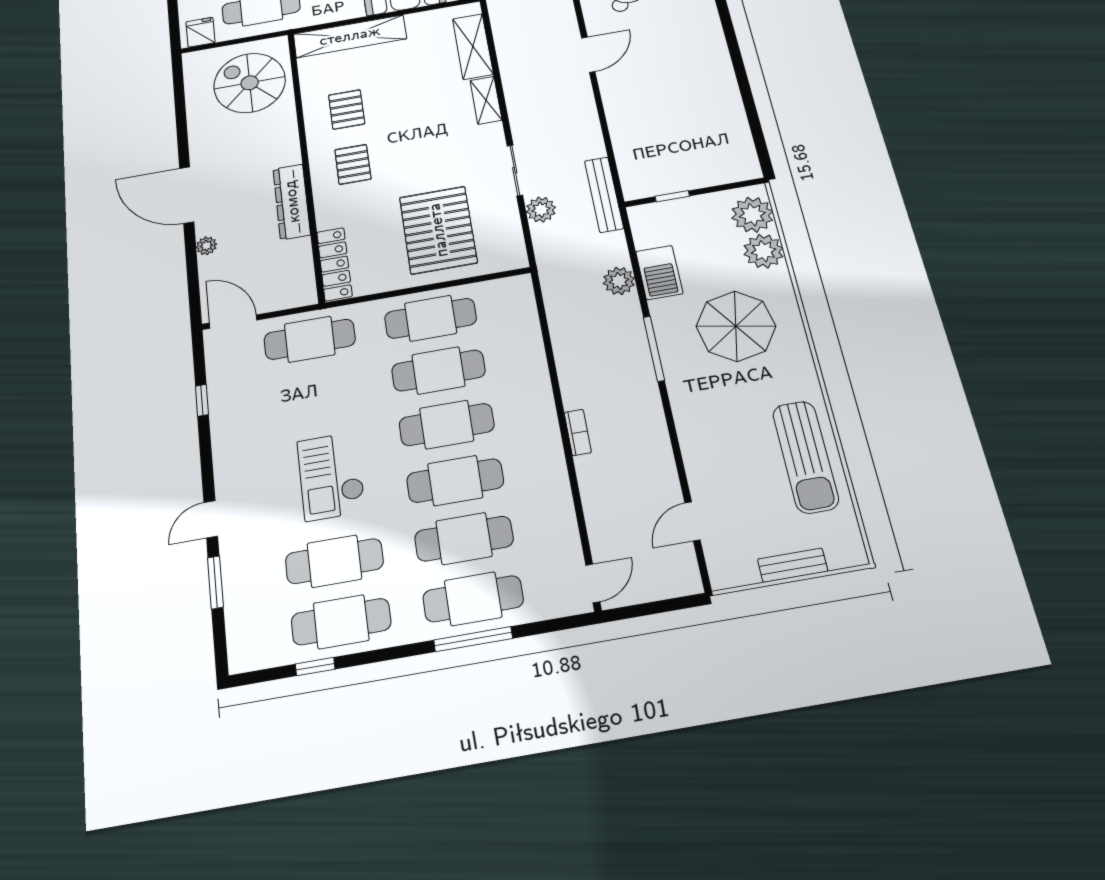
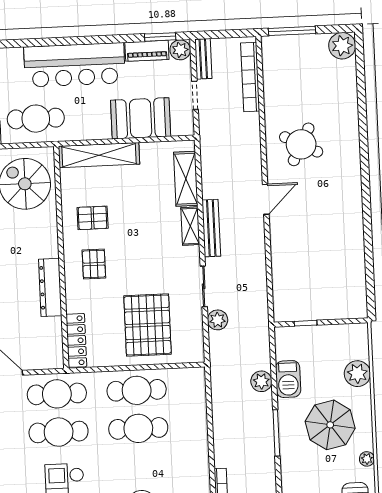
pallet: (347, 109) -> (93, 218), turned 90
bench: (604, 194) -> (211, 228), moved
plant: (752, 215) -> (367, 459), moved, width x0.53, depth x0.53
cafe table: (447, 425) -> (59, 432), moved

